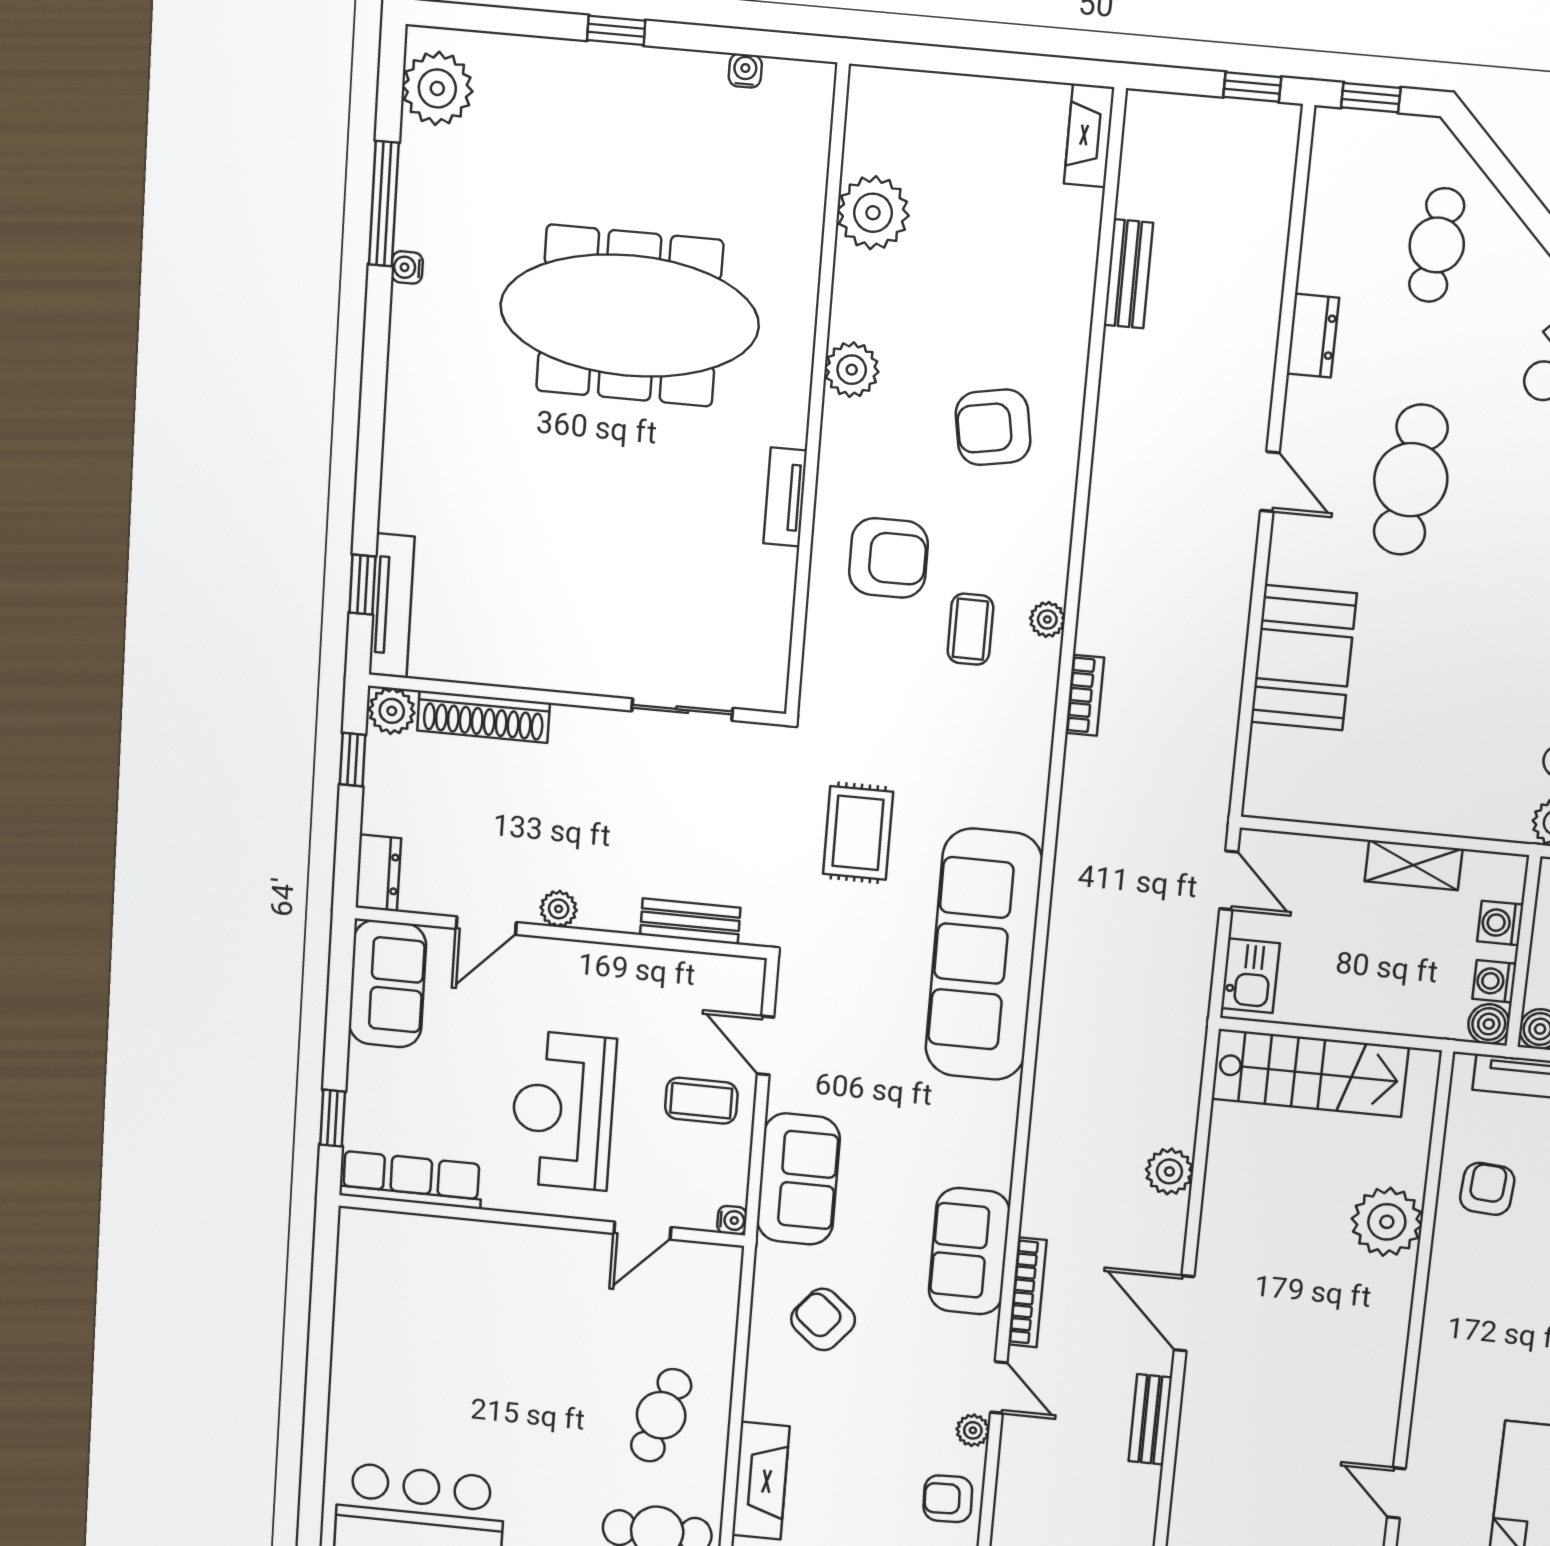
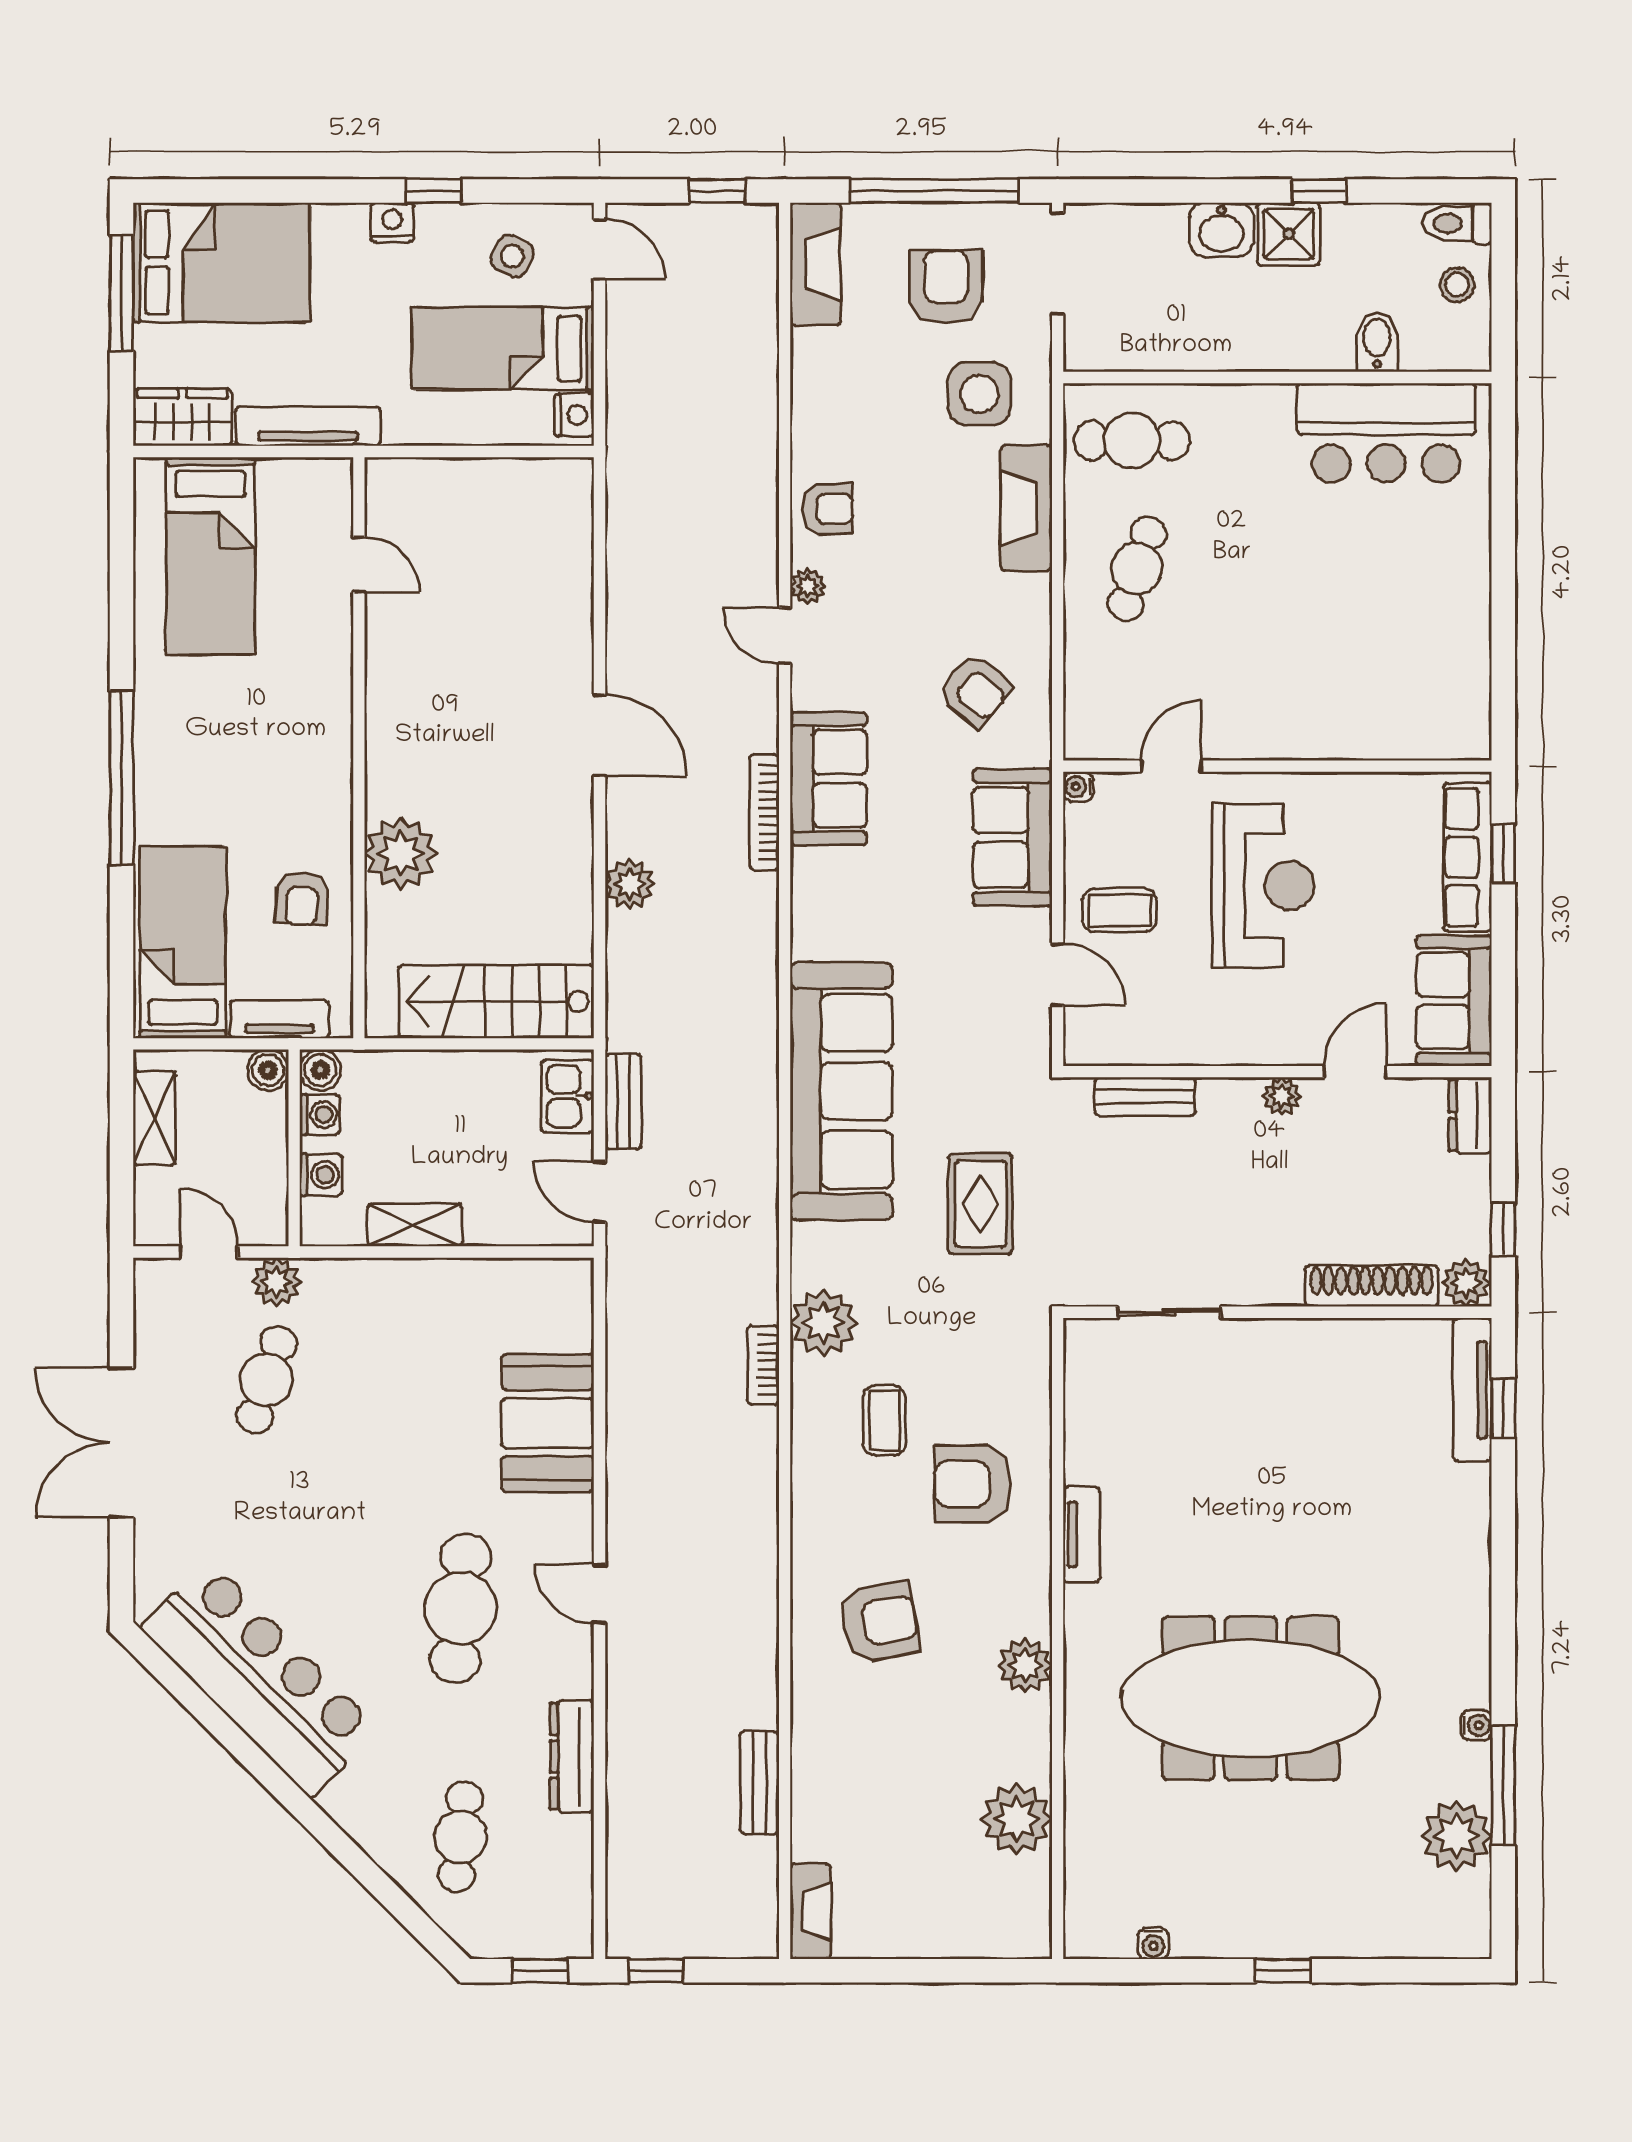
plant: (437, 88) -> (1457, 1836), moved
dresser: (1313, 336) -> (572, 1756), width x1.44
plant: (1047, 619) -> (823, 1323), moved, width x1.87, depth x1.87
row of seats: (411, 1180) -> (1468, 857), moved, turned 90
bookcase: (1027, 1292) -> (764, 812), moved
bench: (1150, 1419) -> (623, 1102), moved

